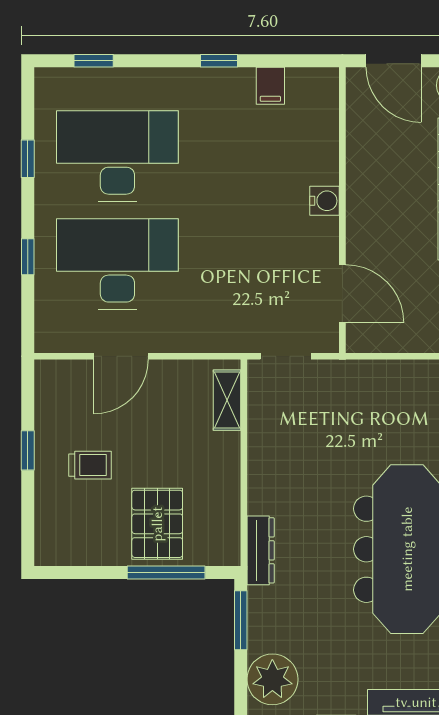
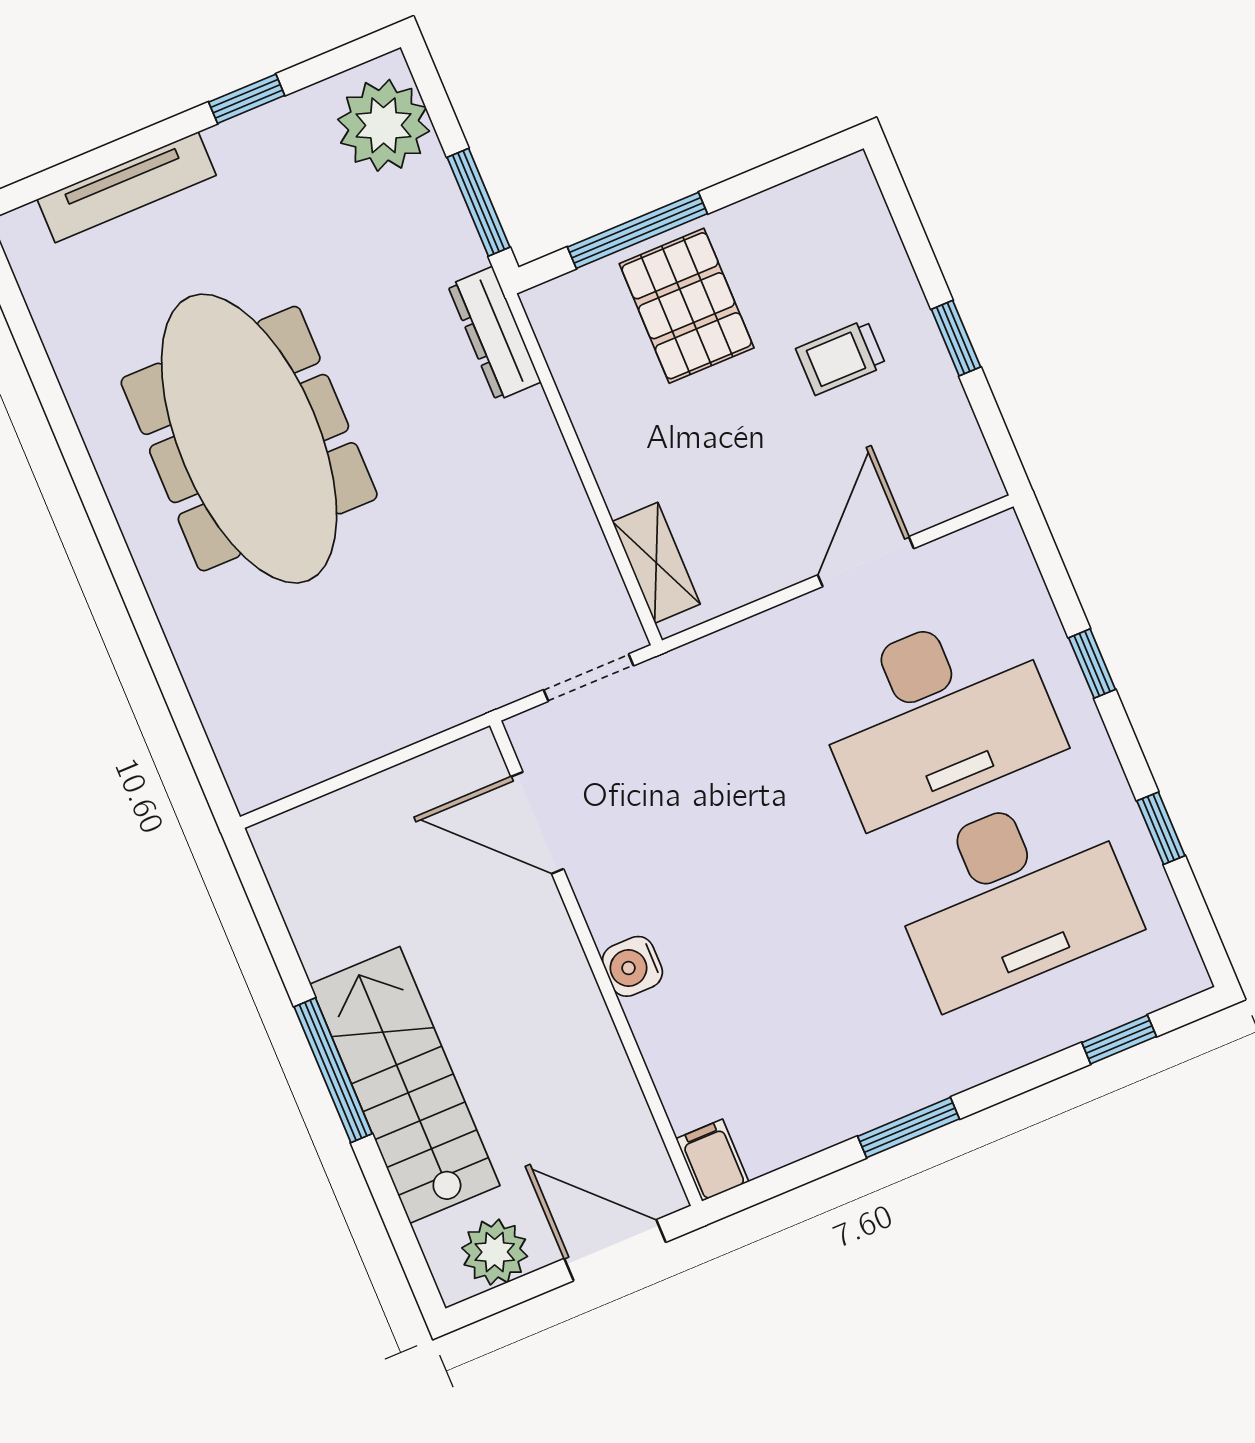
window: (219, 61) -> (908, 1128), width x1.50
filing cabinet: (270, 86) -> (712, 1160), moved

